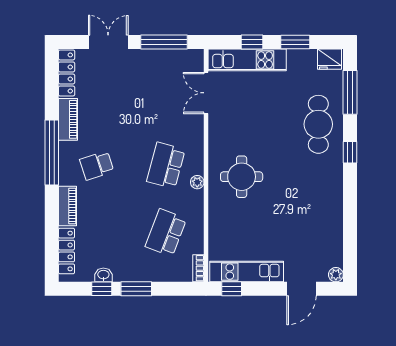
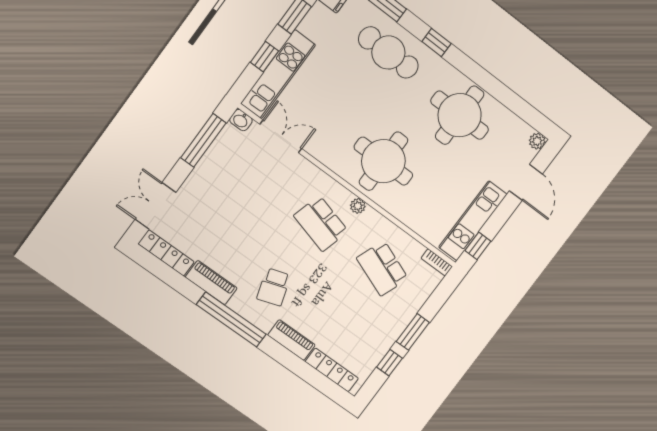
double door: (108, 42) -> (155, 206), moved
double door: (206, 93) -> (281, 136), swing flipped
round table: (242, 177) -> (383, 161), width x1.36, depth x1.36
round table: (313, 206) -> (460, 115), added
washbasin: (103, 275) -> (241, 120), moved, turned -90

